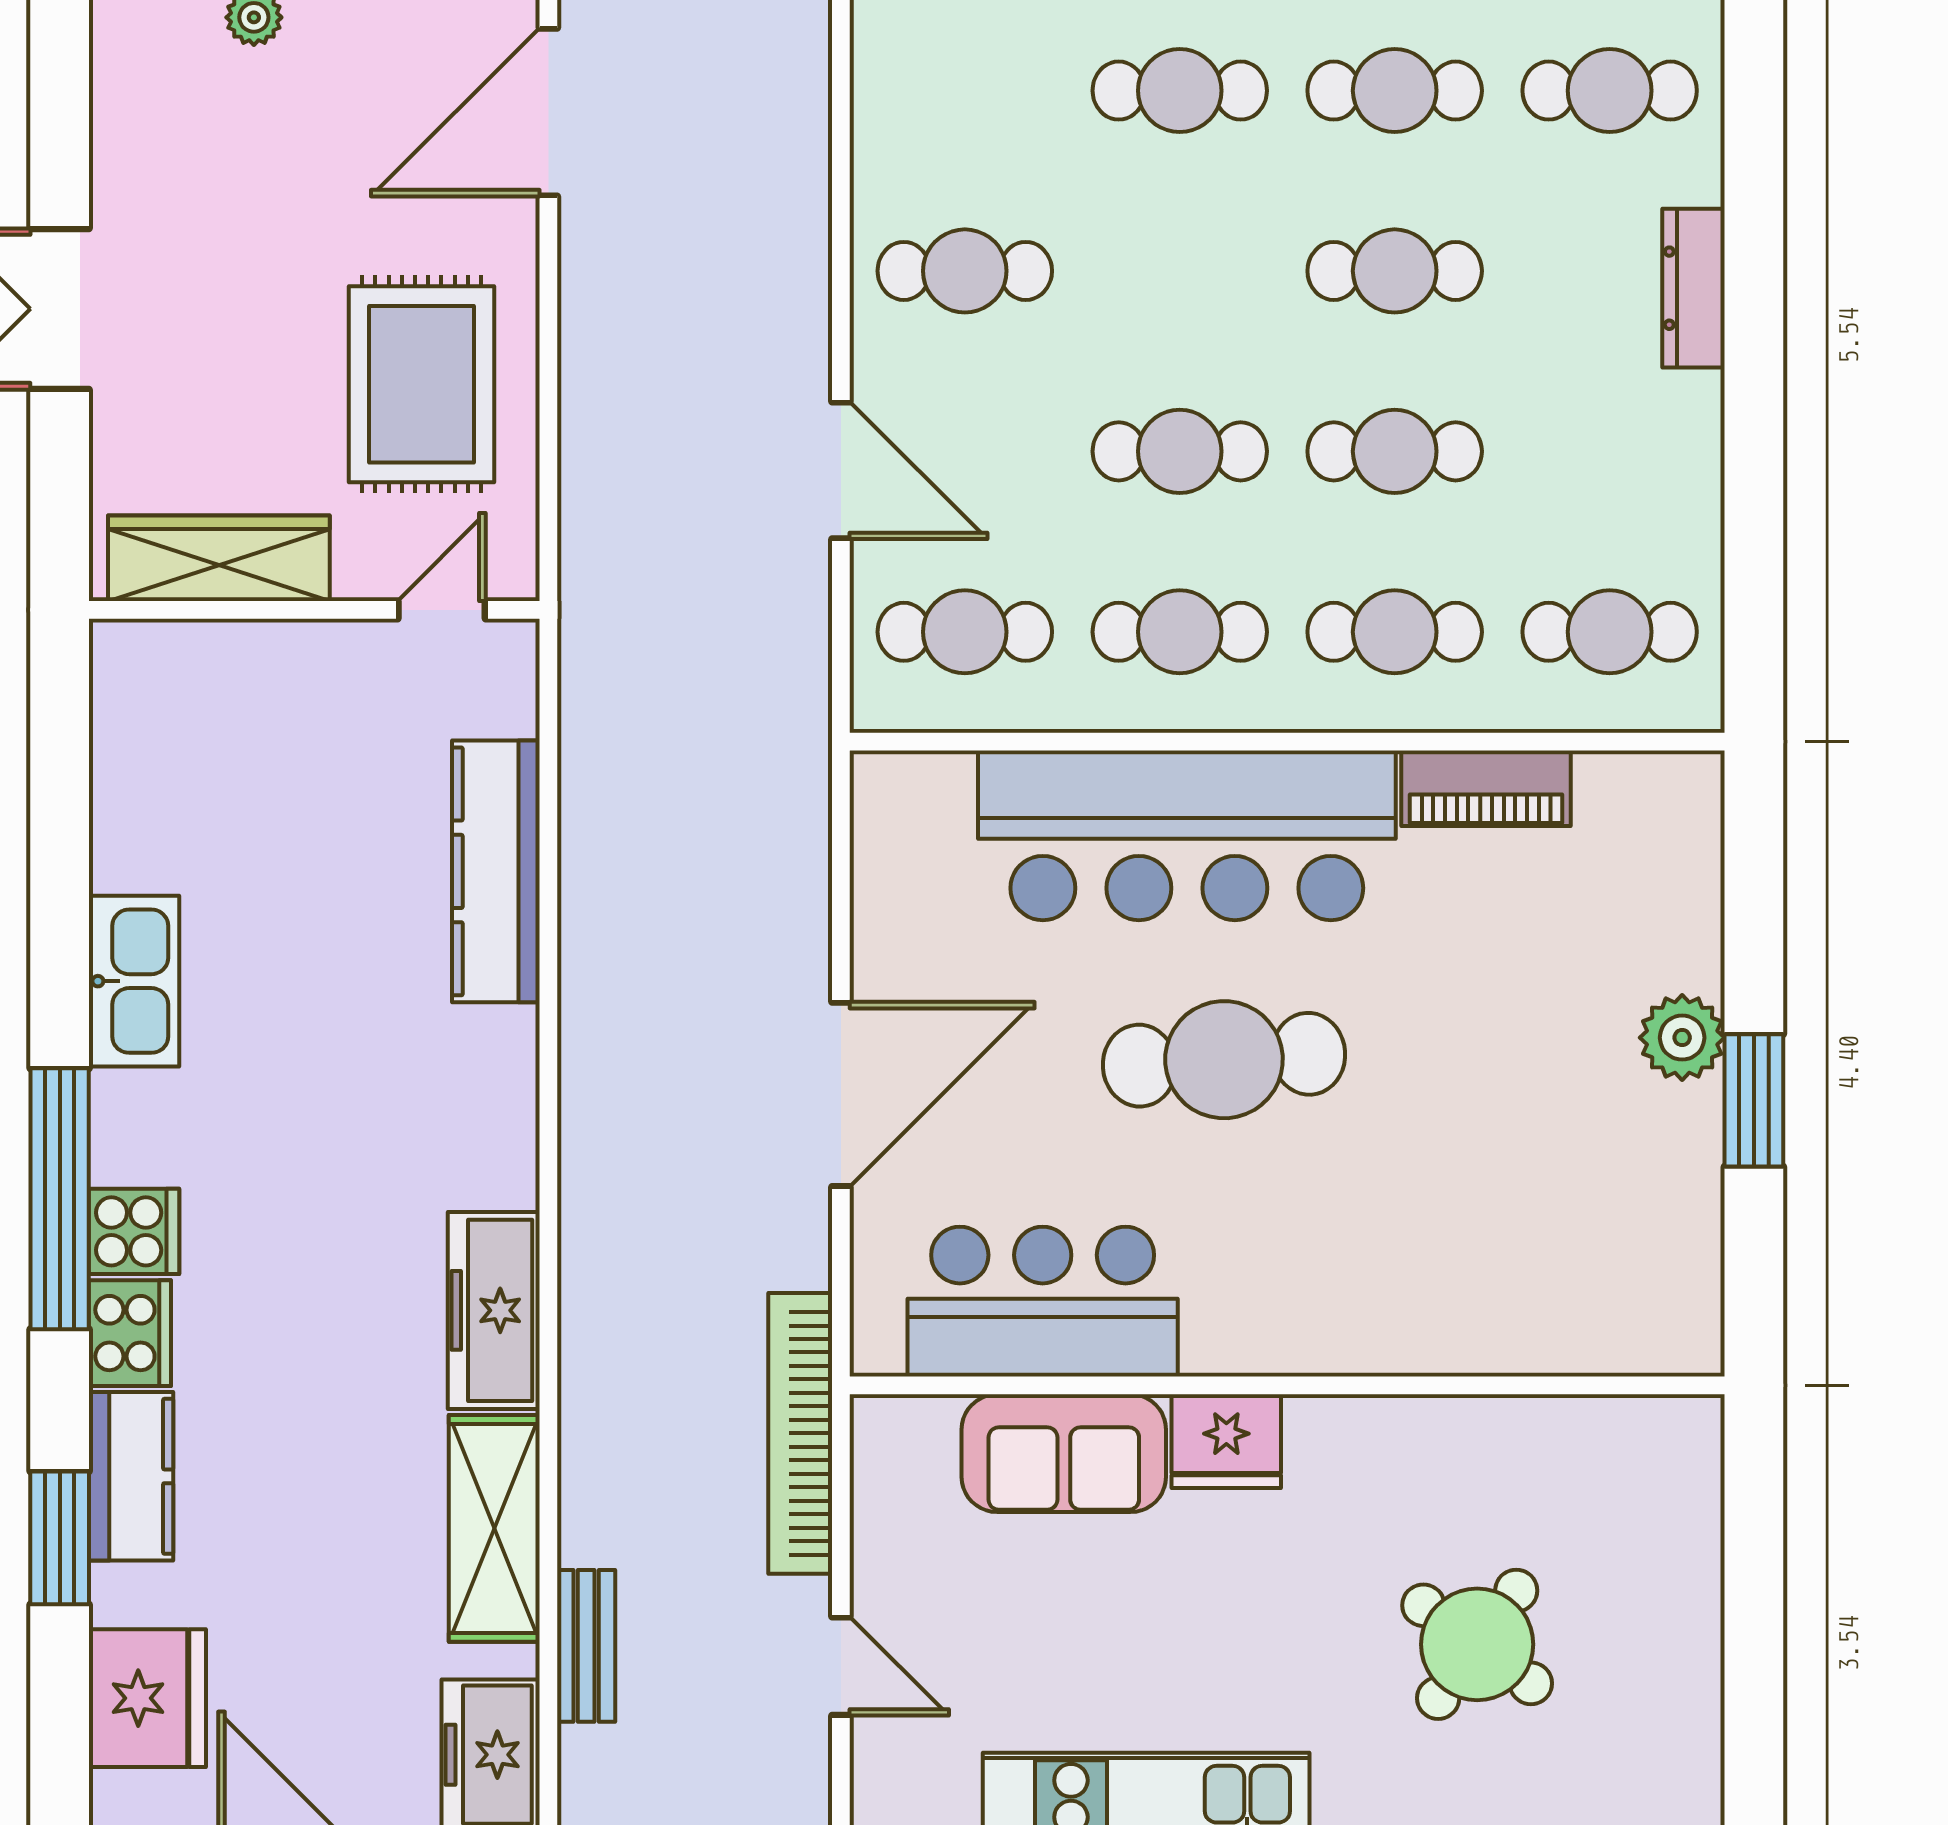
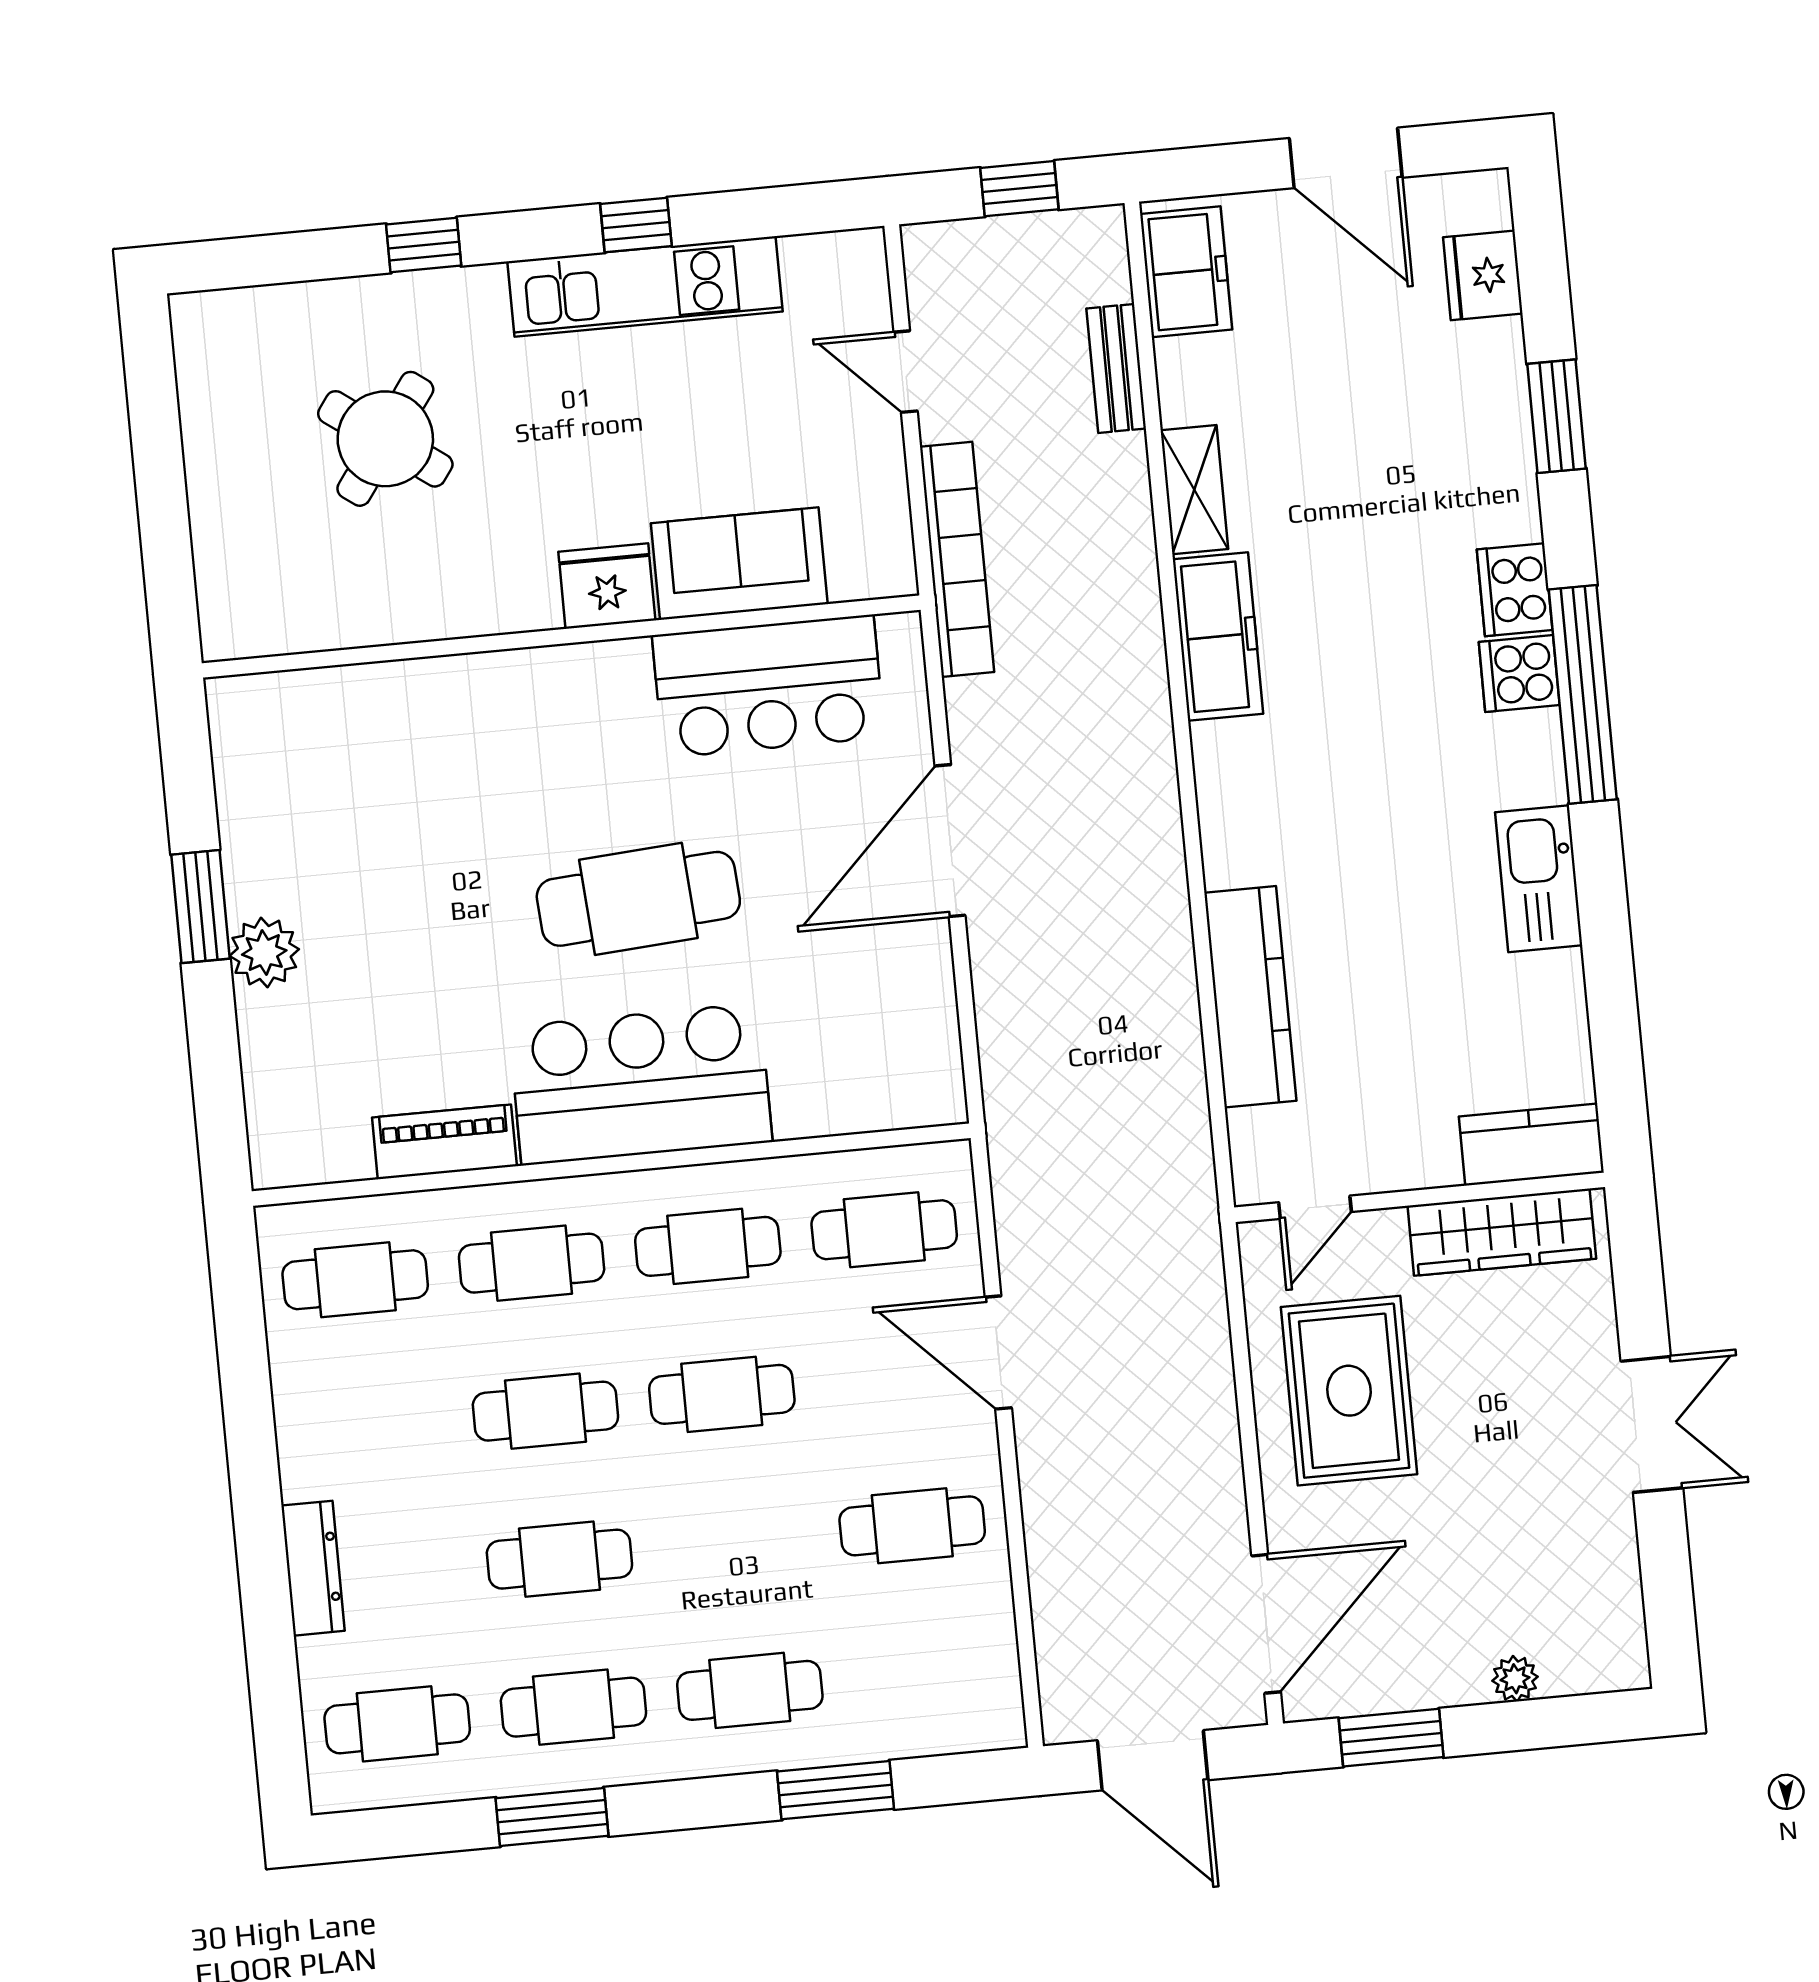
bar counter: (1187, 835) -> (641, 1084), width x0.73
kitchen counter: (131, 1476) -> (1531, 1145), moved, turned 90
shelving: (494, 1528) -> (1194, 490), width x0.67, depth x0.75
fridge: (147, 1698) -> (1483, 275), width x0.73, depth x0.75

